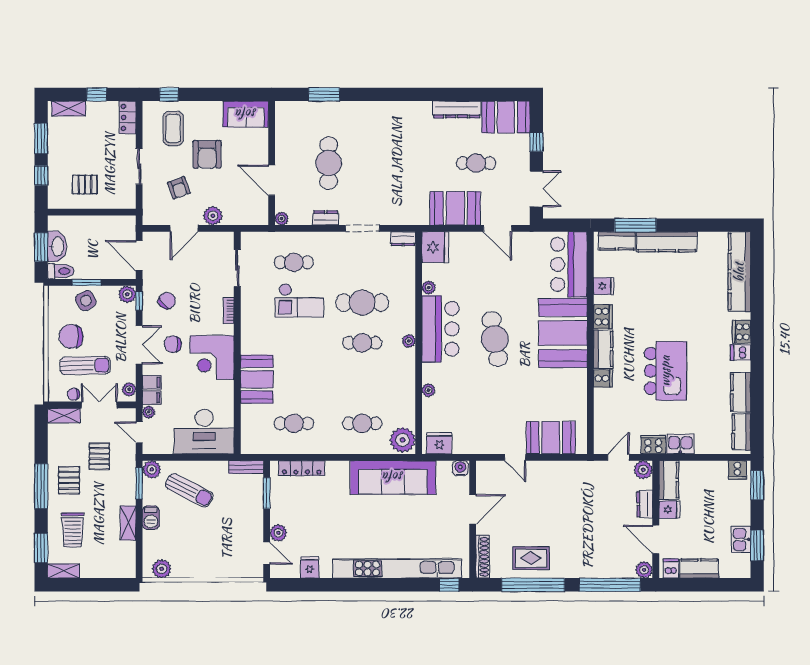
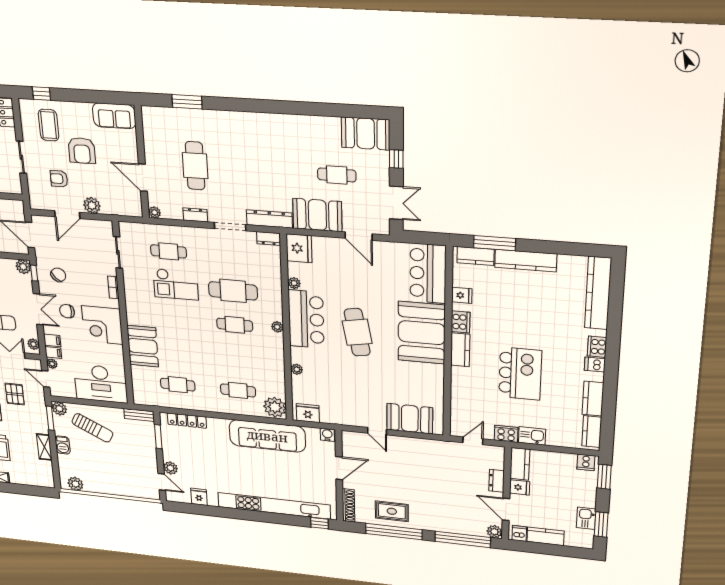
dresser: (457, 109) -> (269, 219), moved, turned 180
armchair: (179, 188) -> (59, 179), turned 110
cooker: (603, 378) -> (460, 375), removed
plant: (643, 470) -> (496, 453), removed

